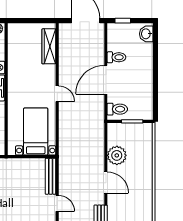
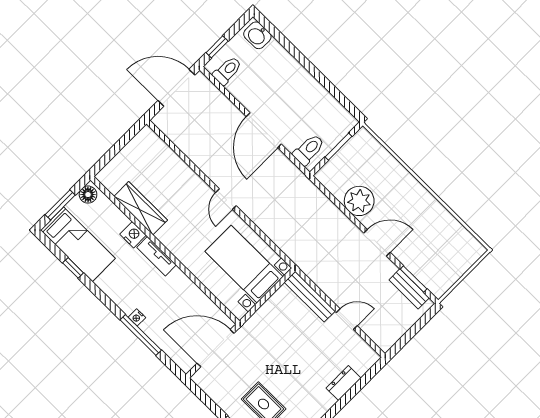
wardrobe: (49, 46) -> (141, 208), moved, turned 180
toilet: (116, 57) -> (227, 71), moved
door: (57, 94) -> (226, 199), swing flipped

